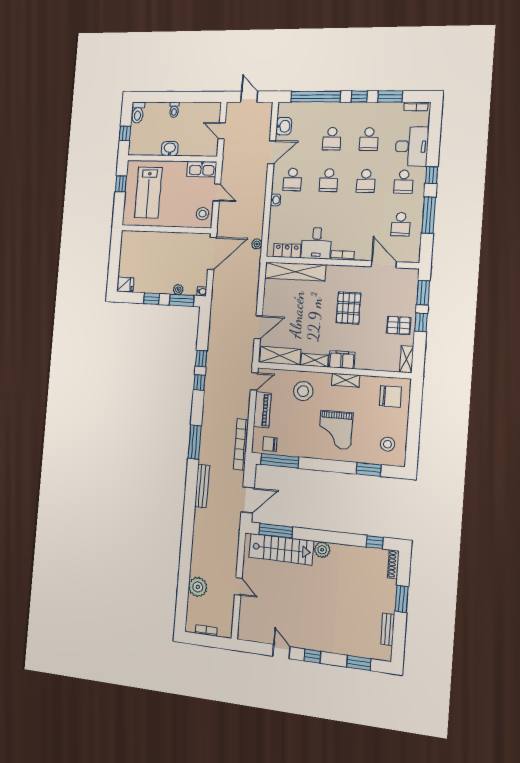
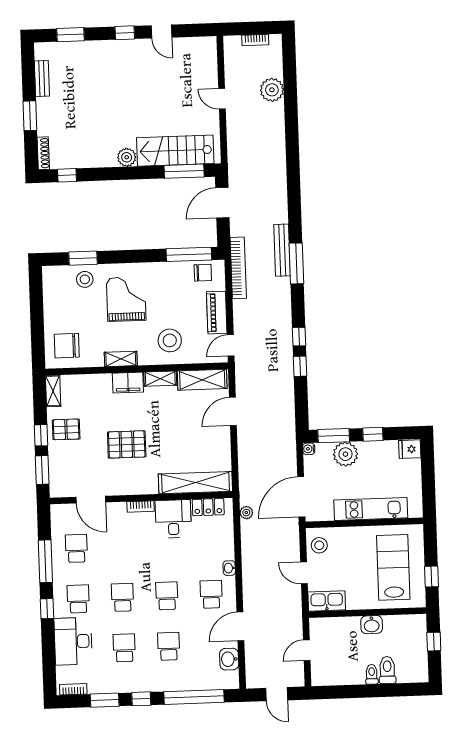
toilet: (138, 113) -> (387, 670), moved
door: (222, 131) -> (307, 650), swing flipped
kitchen unit: (160, 240) -> (371, 509), added
plant: (178, 290) -> (345, 454), width x1.88, depth x1.88
pallet: (348, 308) -> (127, 444), turned 90
stool: (388, 444) -> (85, 279), moved
bench: (202, 486) -> (282, 250), moved

